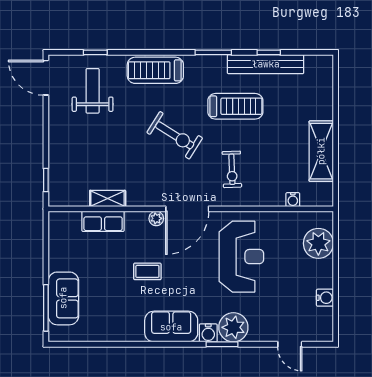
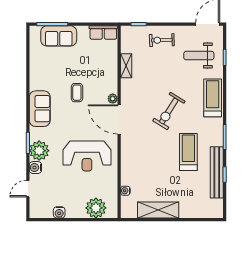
weight bench: (93, 91) -> (199, 56), turned 180
treadmill: (235, 106) -> (188, 152), turned 180
exercise bike: (232, 169) -> (162, 40), moved
row of seats: (103, 221) -> (103, 32), moved, turned -90
water cooler: (208, 333) -> (35, 168), moved

